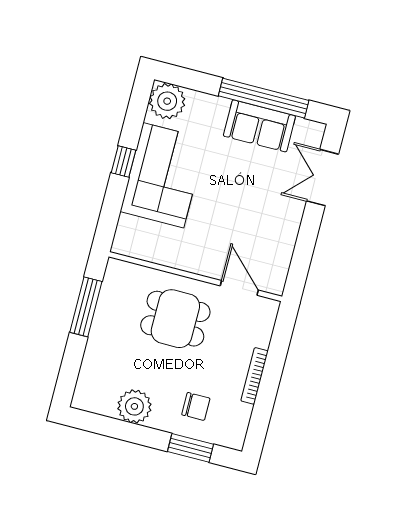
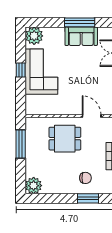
window: (264, 98) -> (80, 22), width x0.68
plant: (134, 406) -> (34, 186), moved

